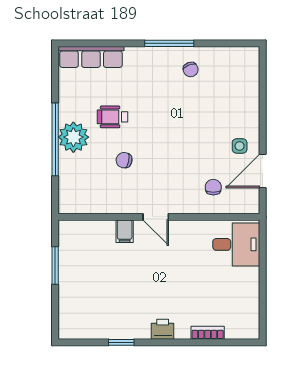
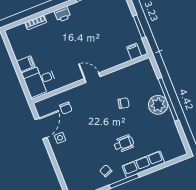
row of seats: (91, 57) -> (143, 164), moved
wheelchair: (113, 117) -> (124, 144), moved
filing cabinet: (125, 231) -> (134, 51), moved
filing cabinet: (247, 277) -> (26, 64), added

